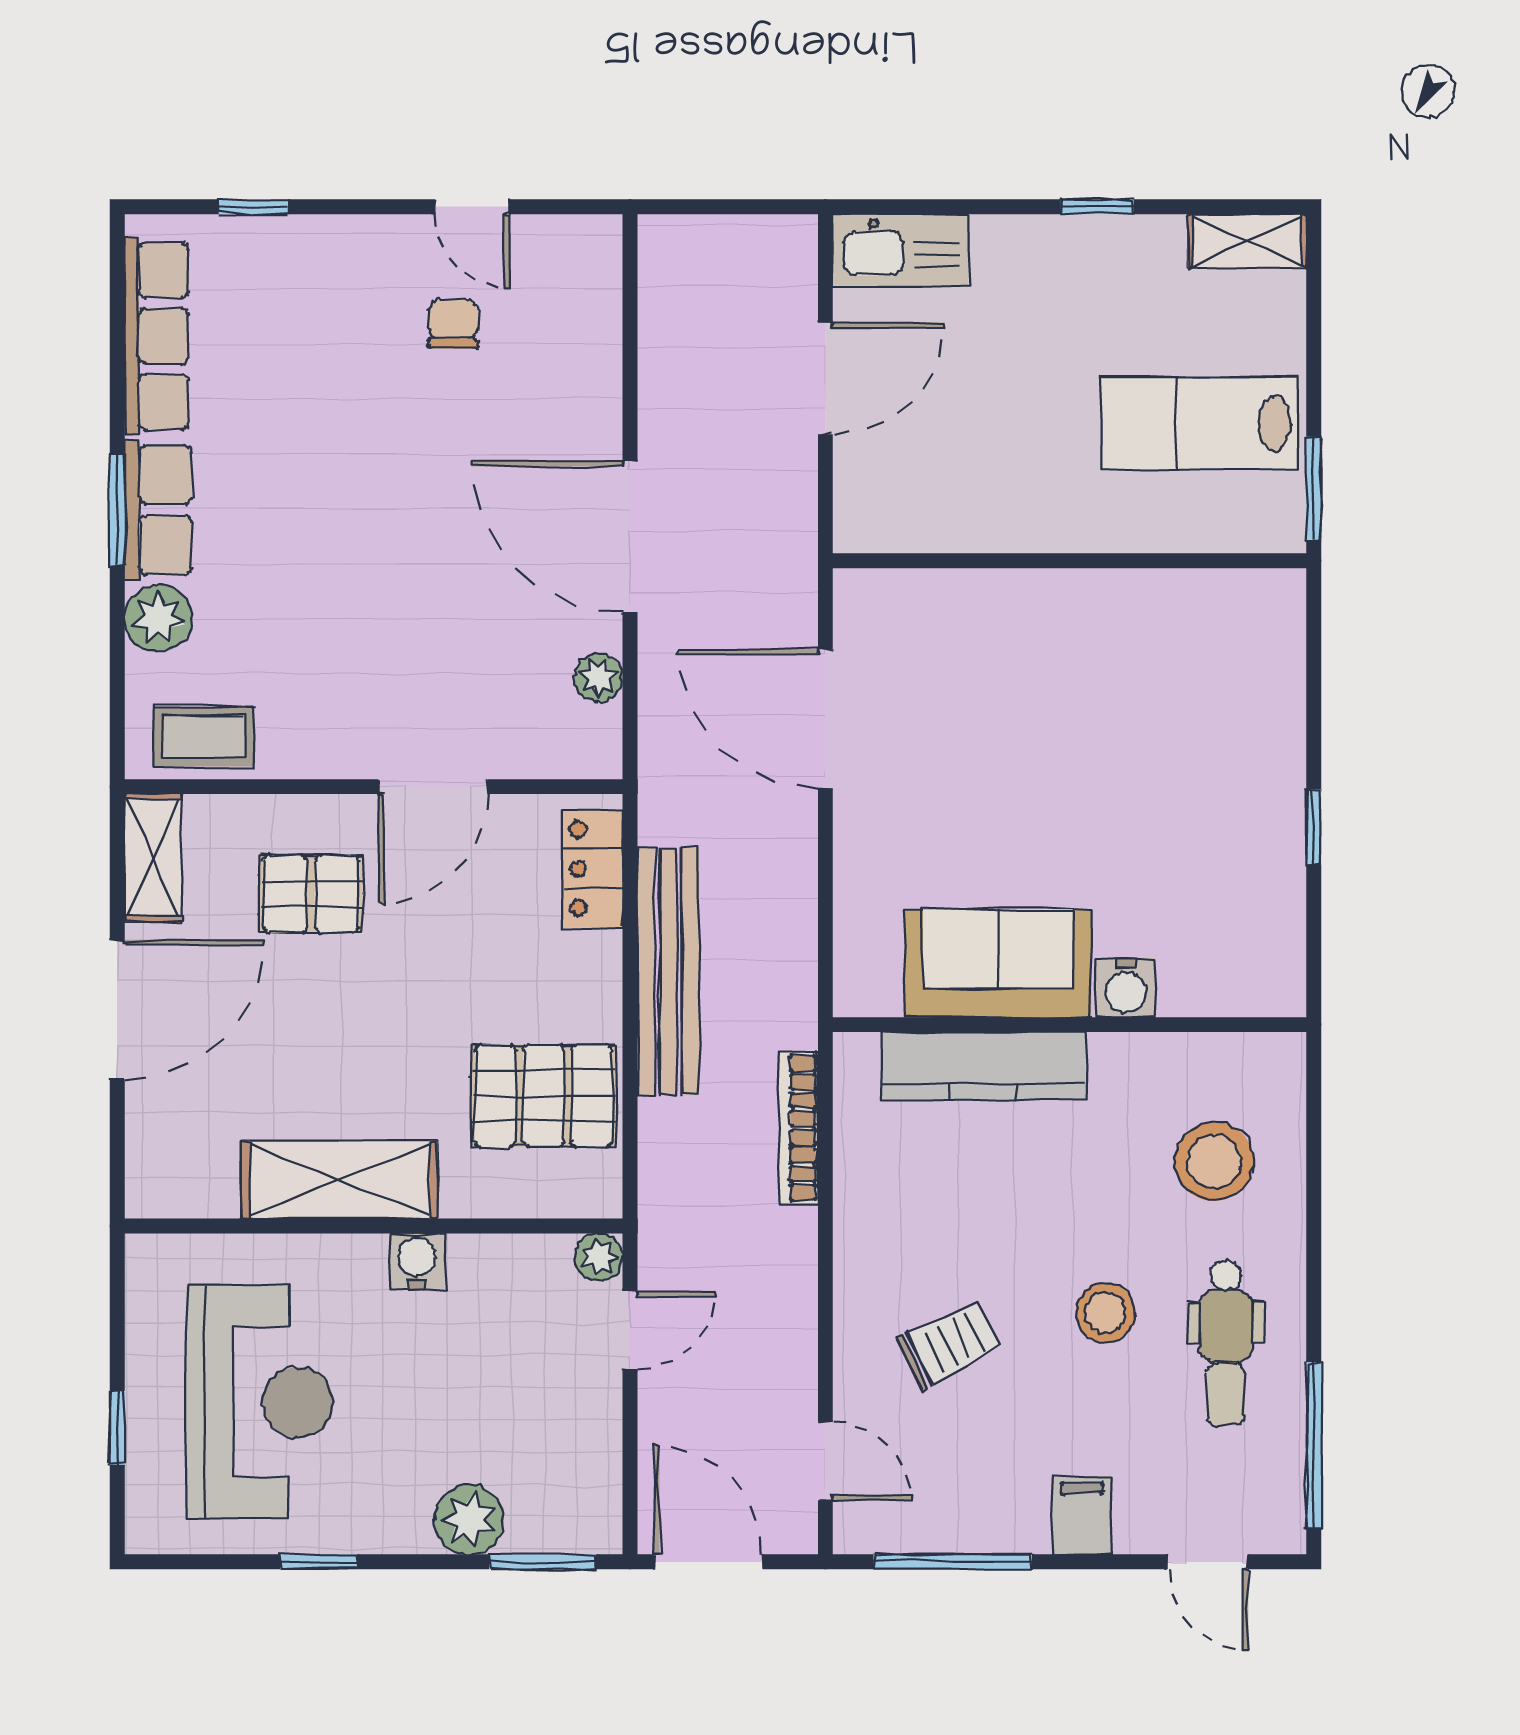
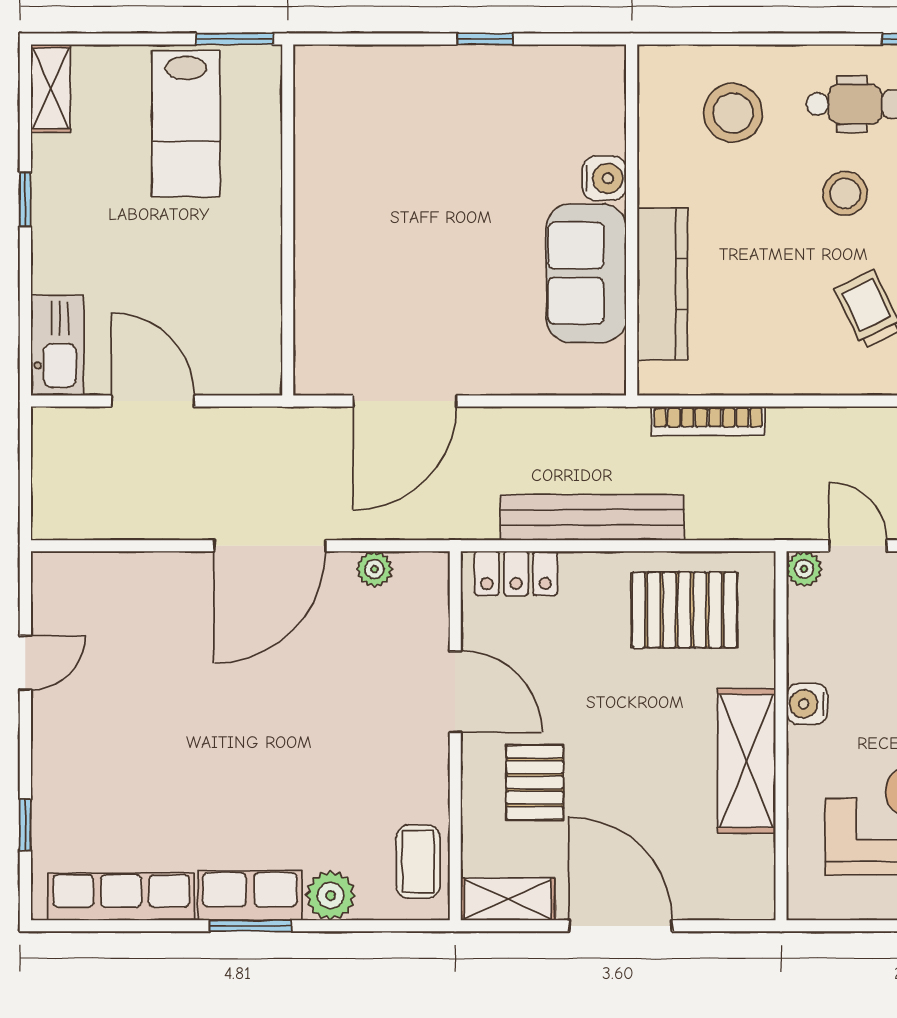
chair: (453, 324) -> (112, 677), removed
pallet: (543, 1096) -> (684, 610), turned 90

